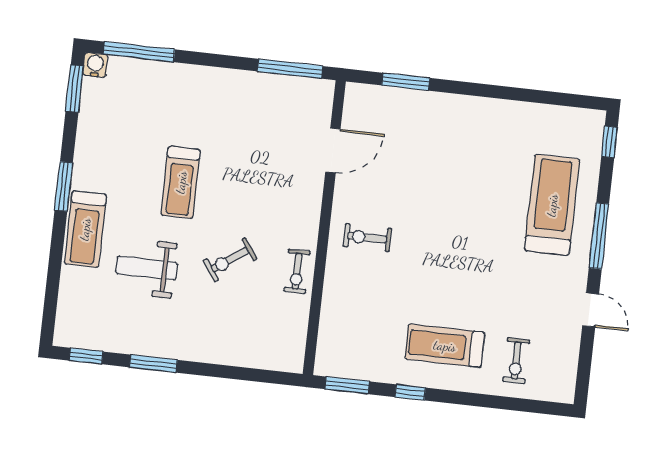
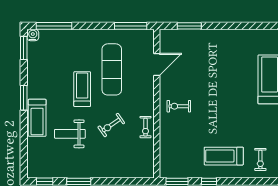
exercise mat: (243, 150) -> (112, 69), added
treadmill: (181, 182) -> (82, 89), turned 180

